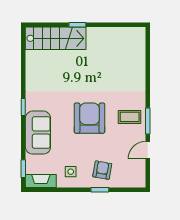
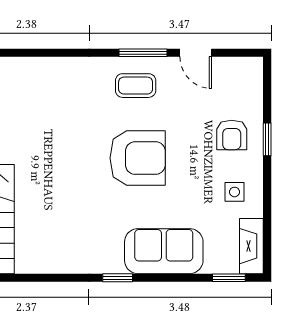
coffee table: (130, 117) -> (136, 86), turned 90
armchair: (89, 118) -> (138, 158), turned 180
armchair: (102, 170) -> (232, 135), turned -100

